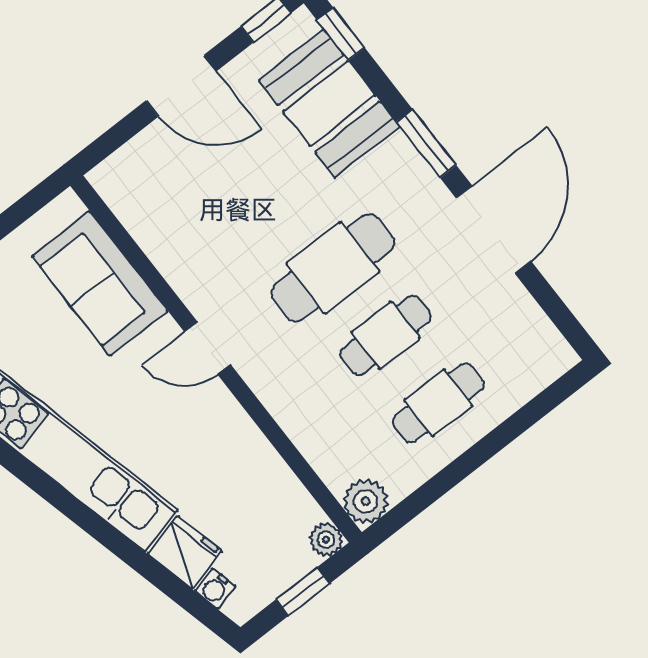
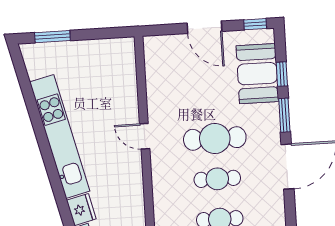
window: (341, 34) -> (282, 74), moved
sofa: (100, 283) -> (120, 82), removed

